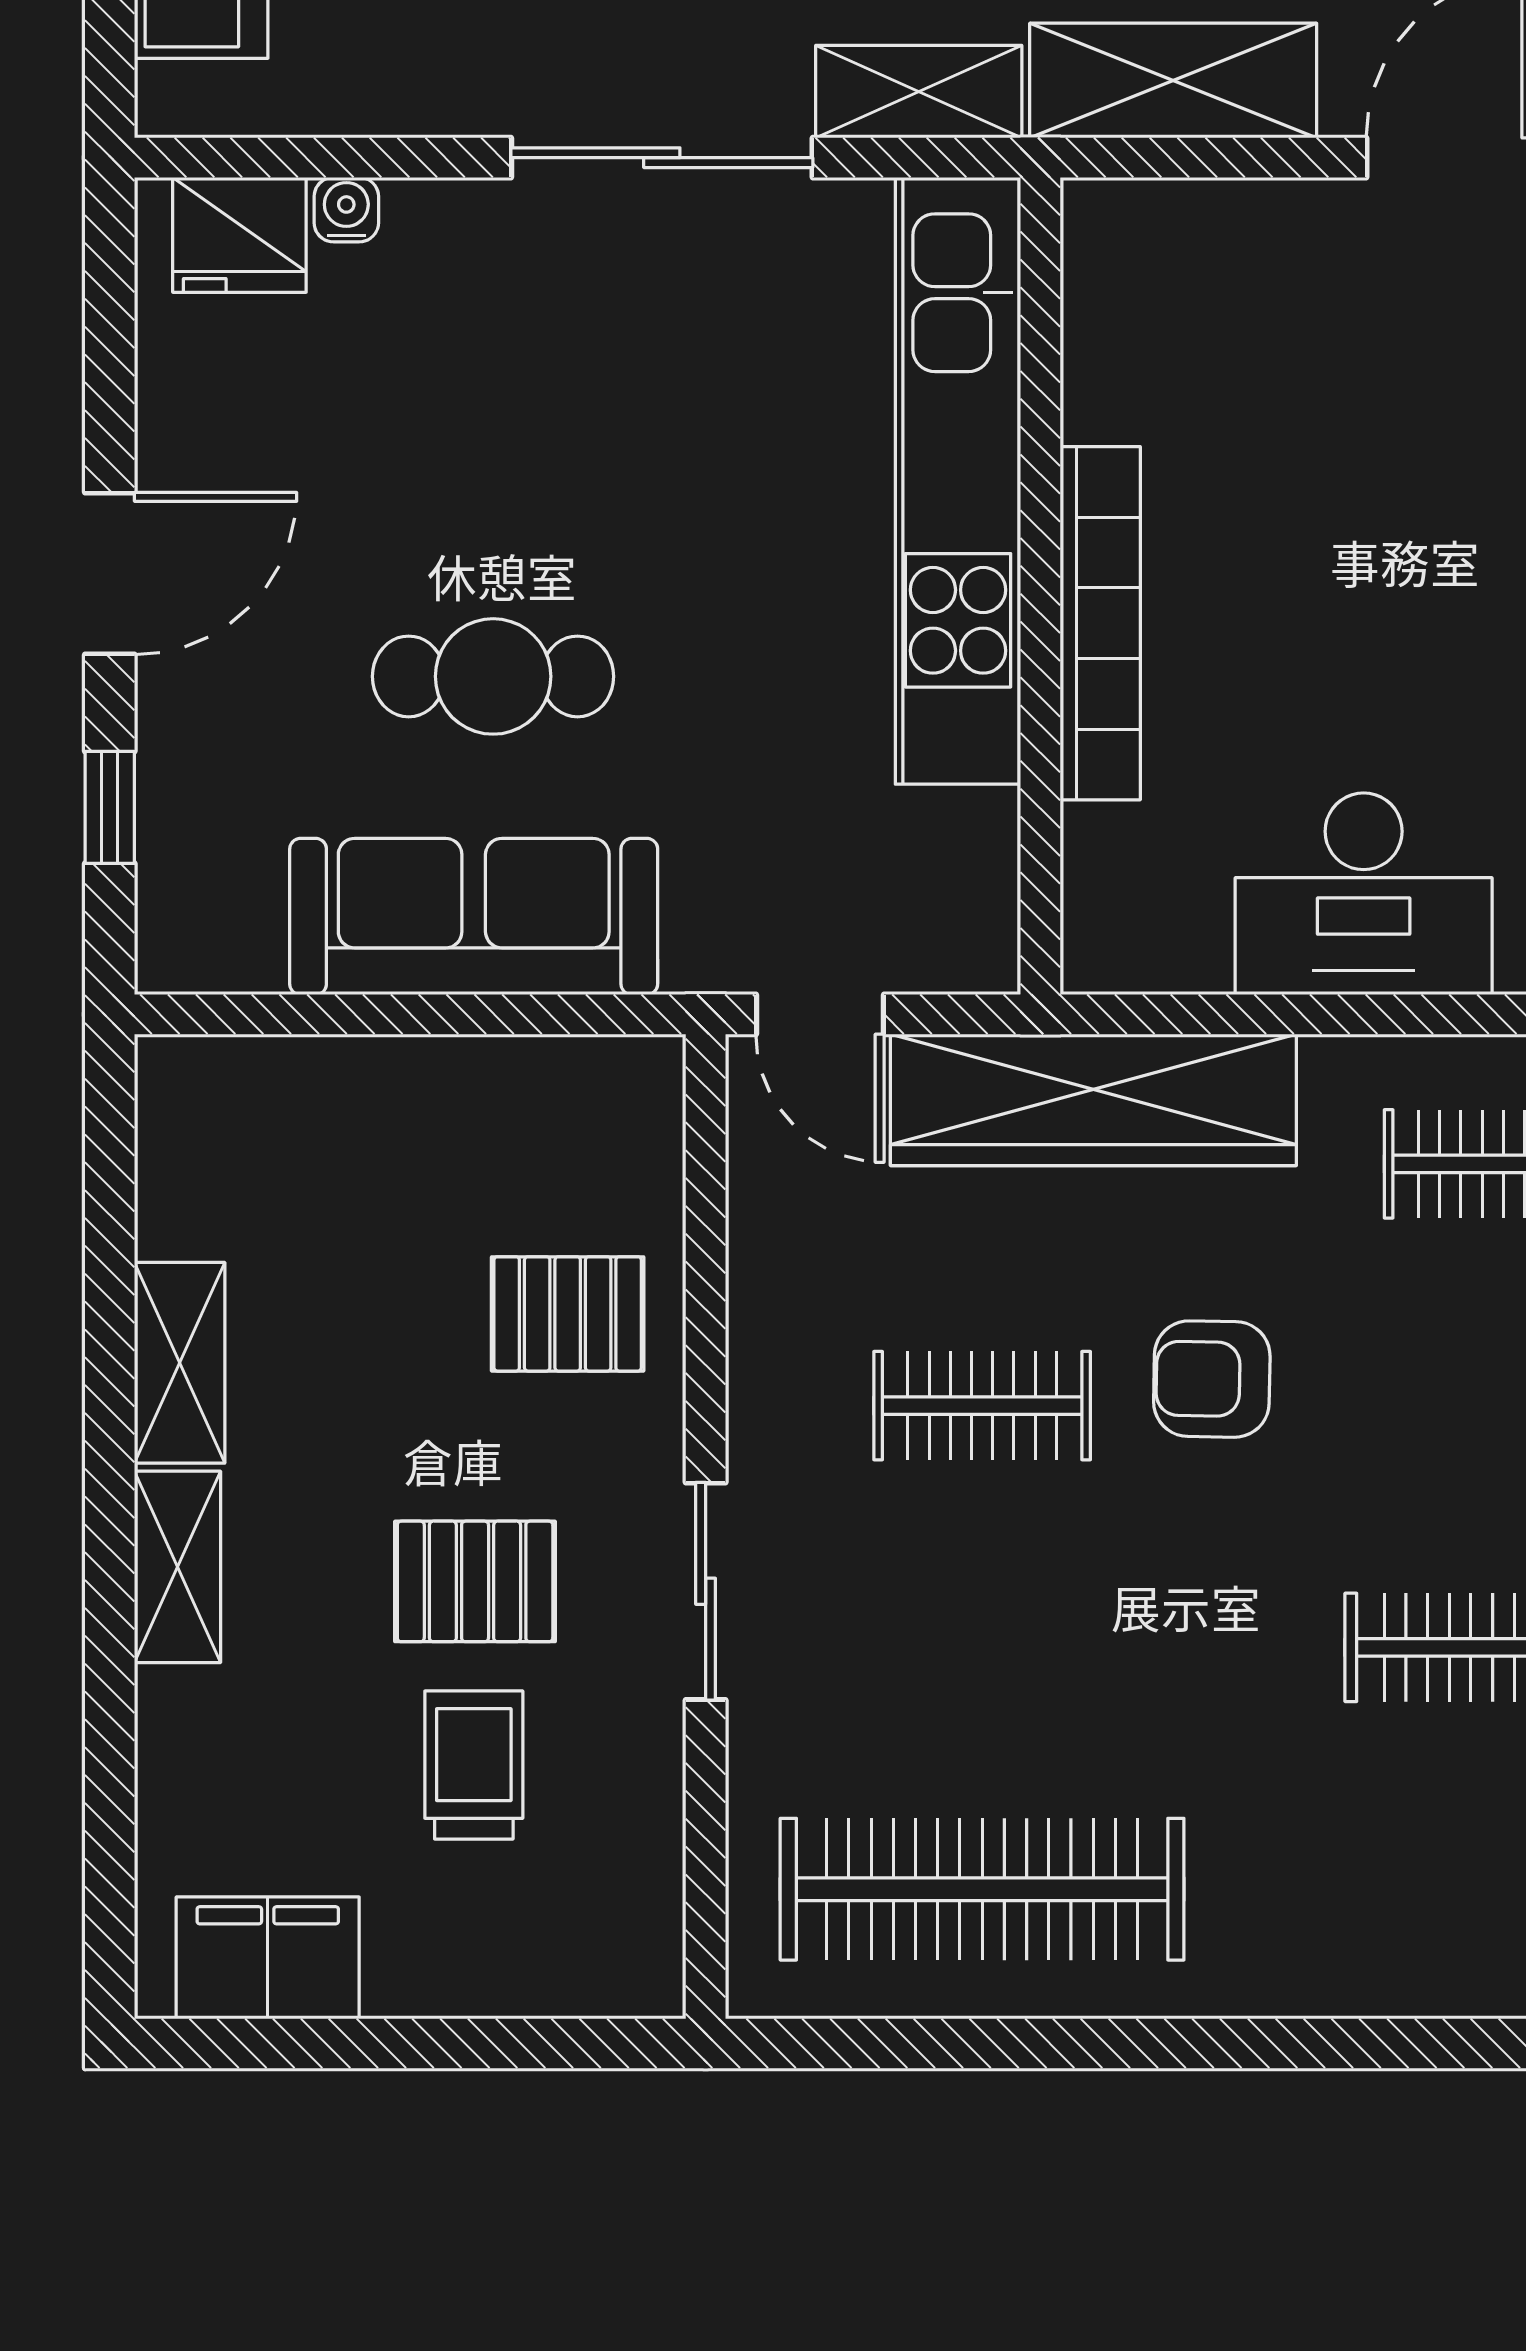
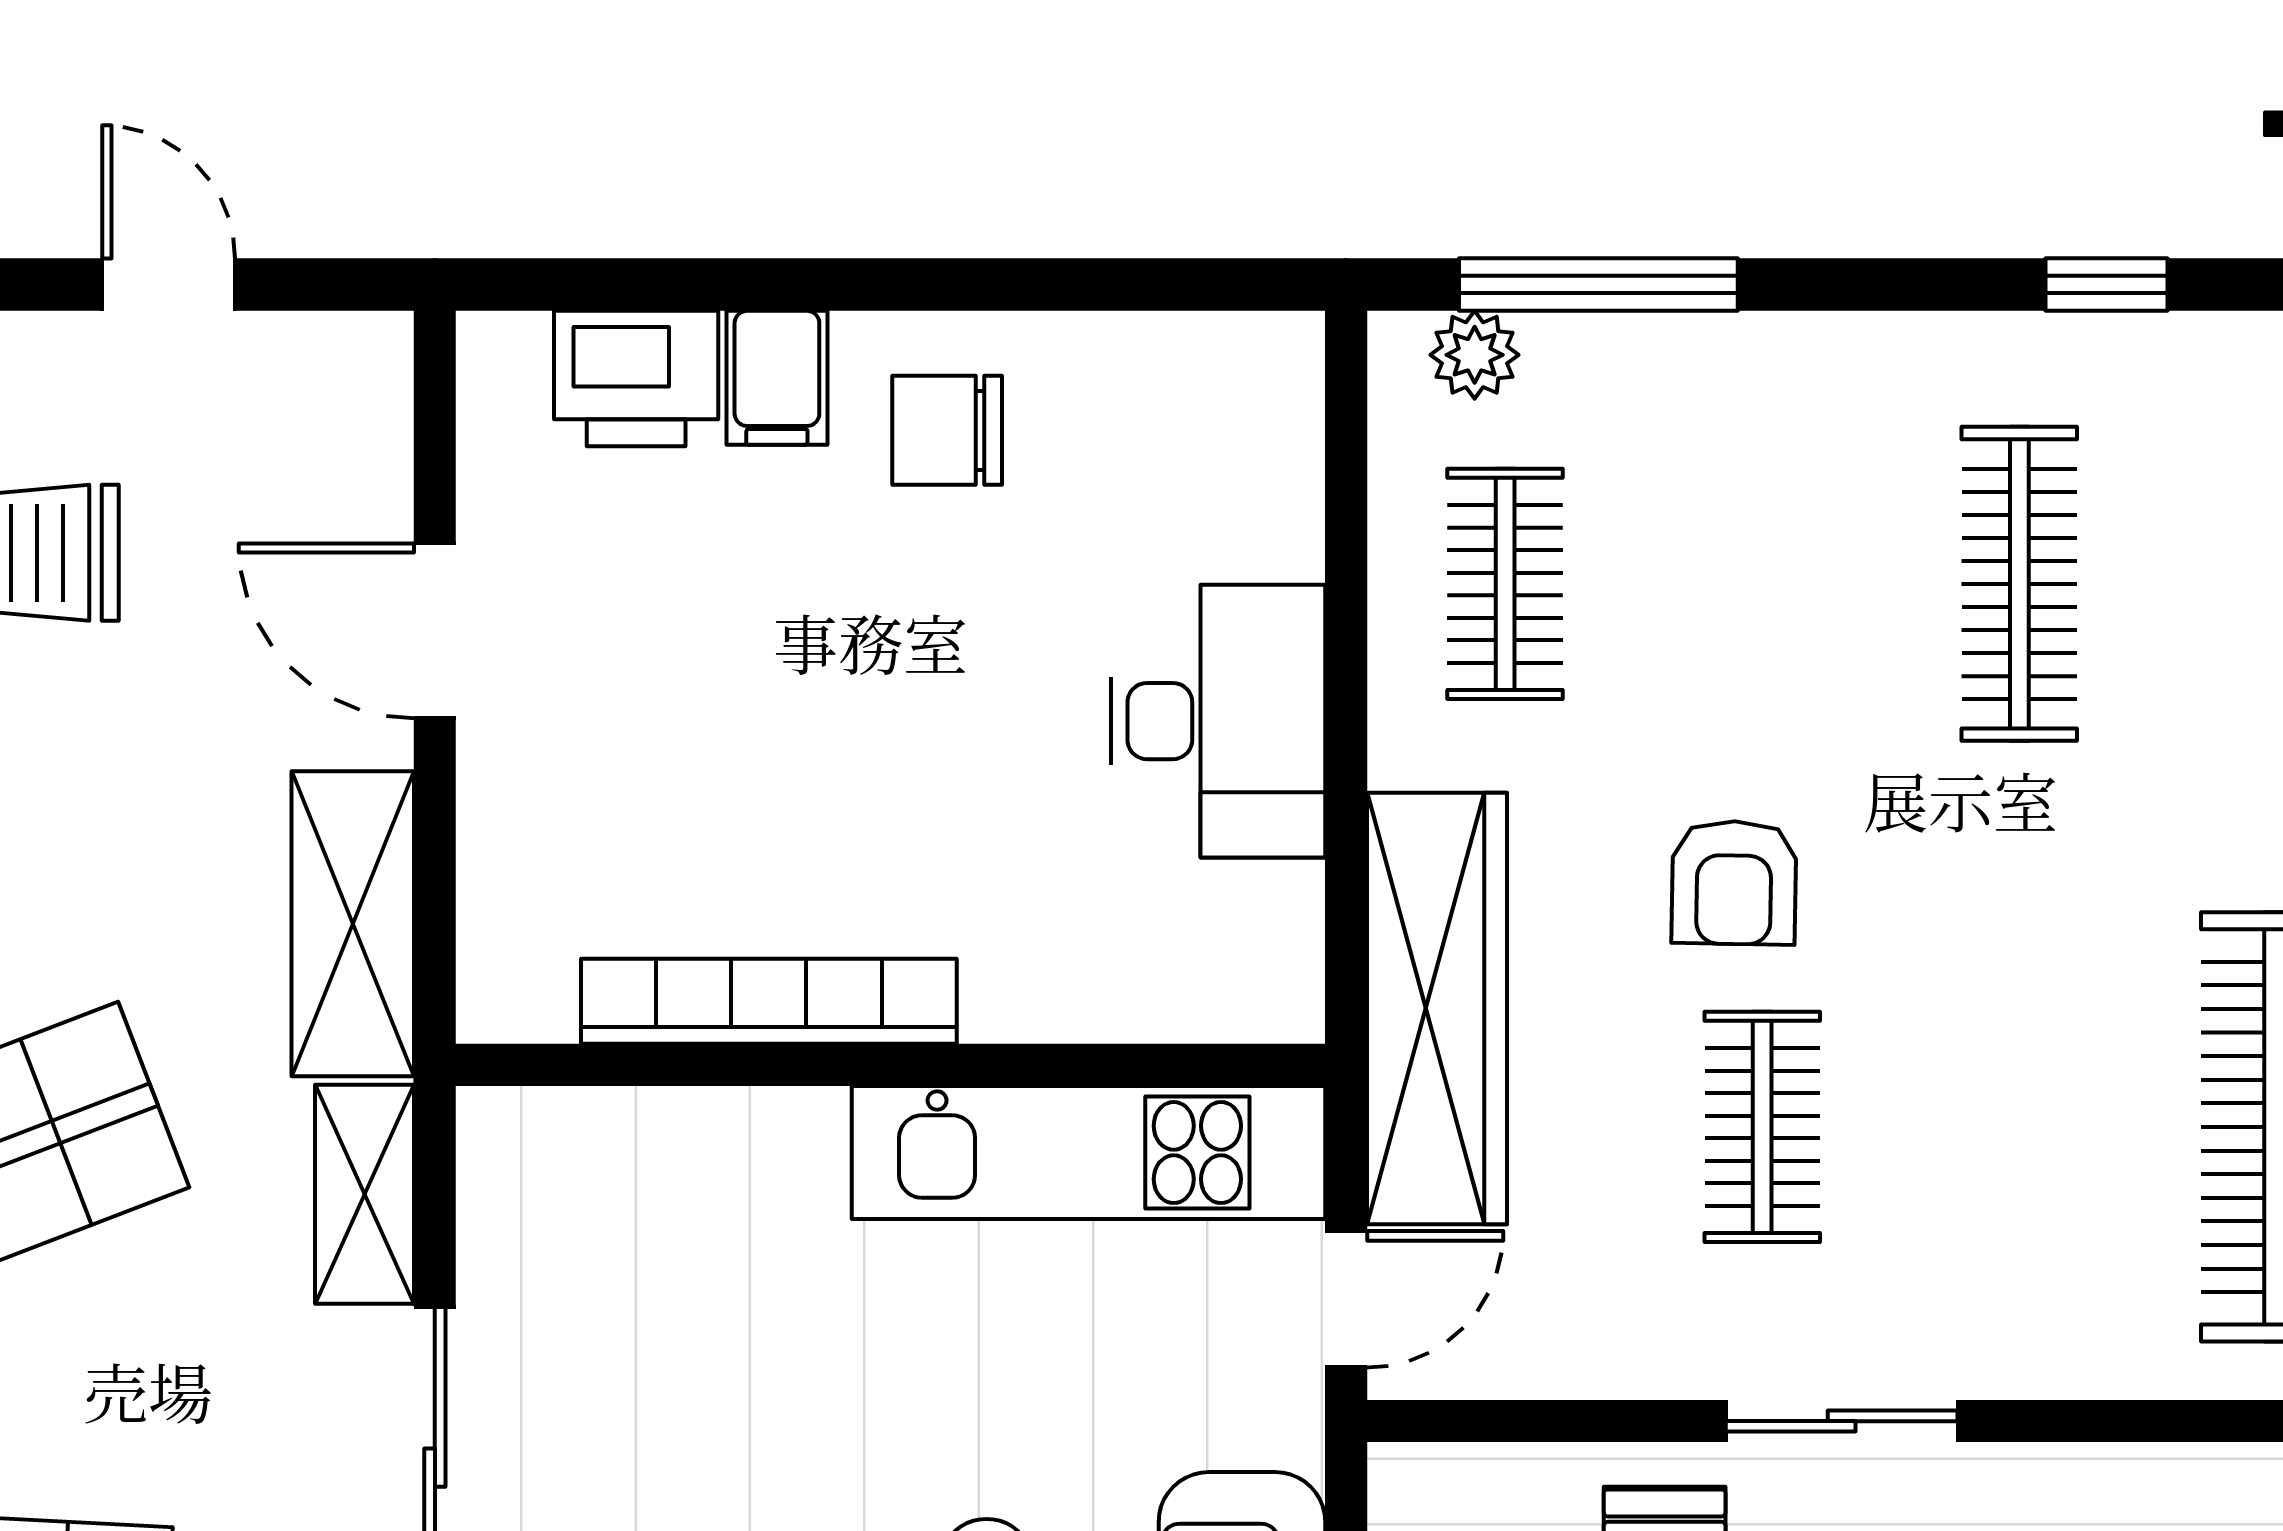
kitchen unit: (958, 481) -> (1089, 1153), moved, width x0.73
bookcase: (1100, 623) -> (769, 1001), moved
sliding door: (706, 1591) -> (1842, 1421), moved

